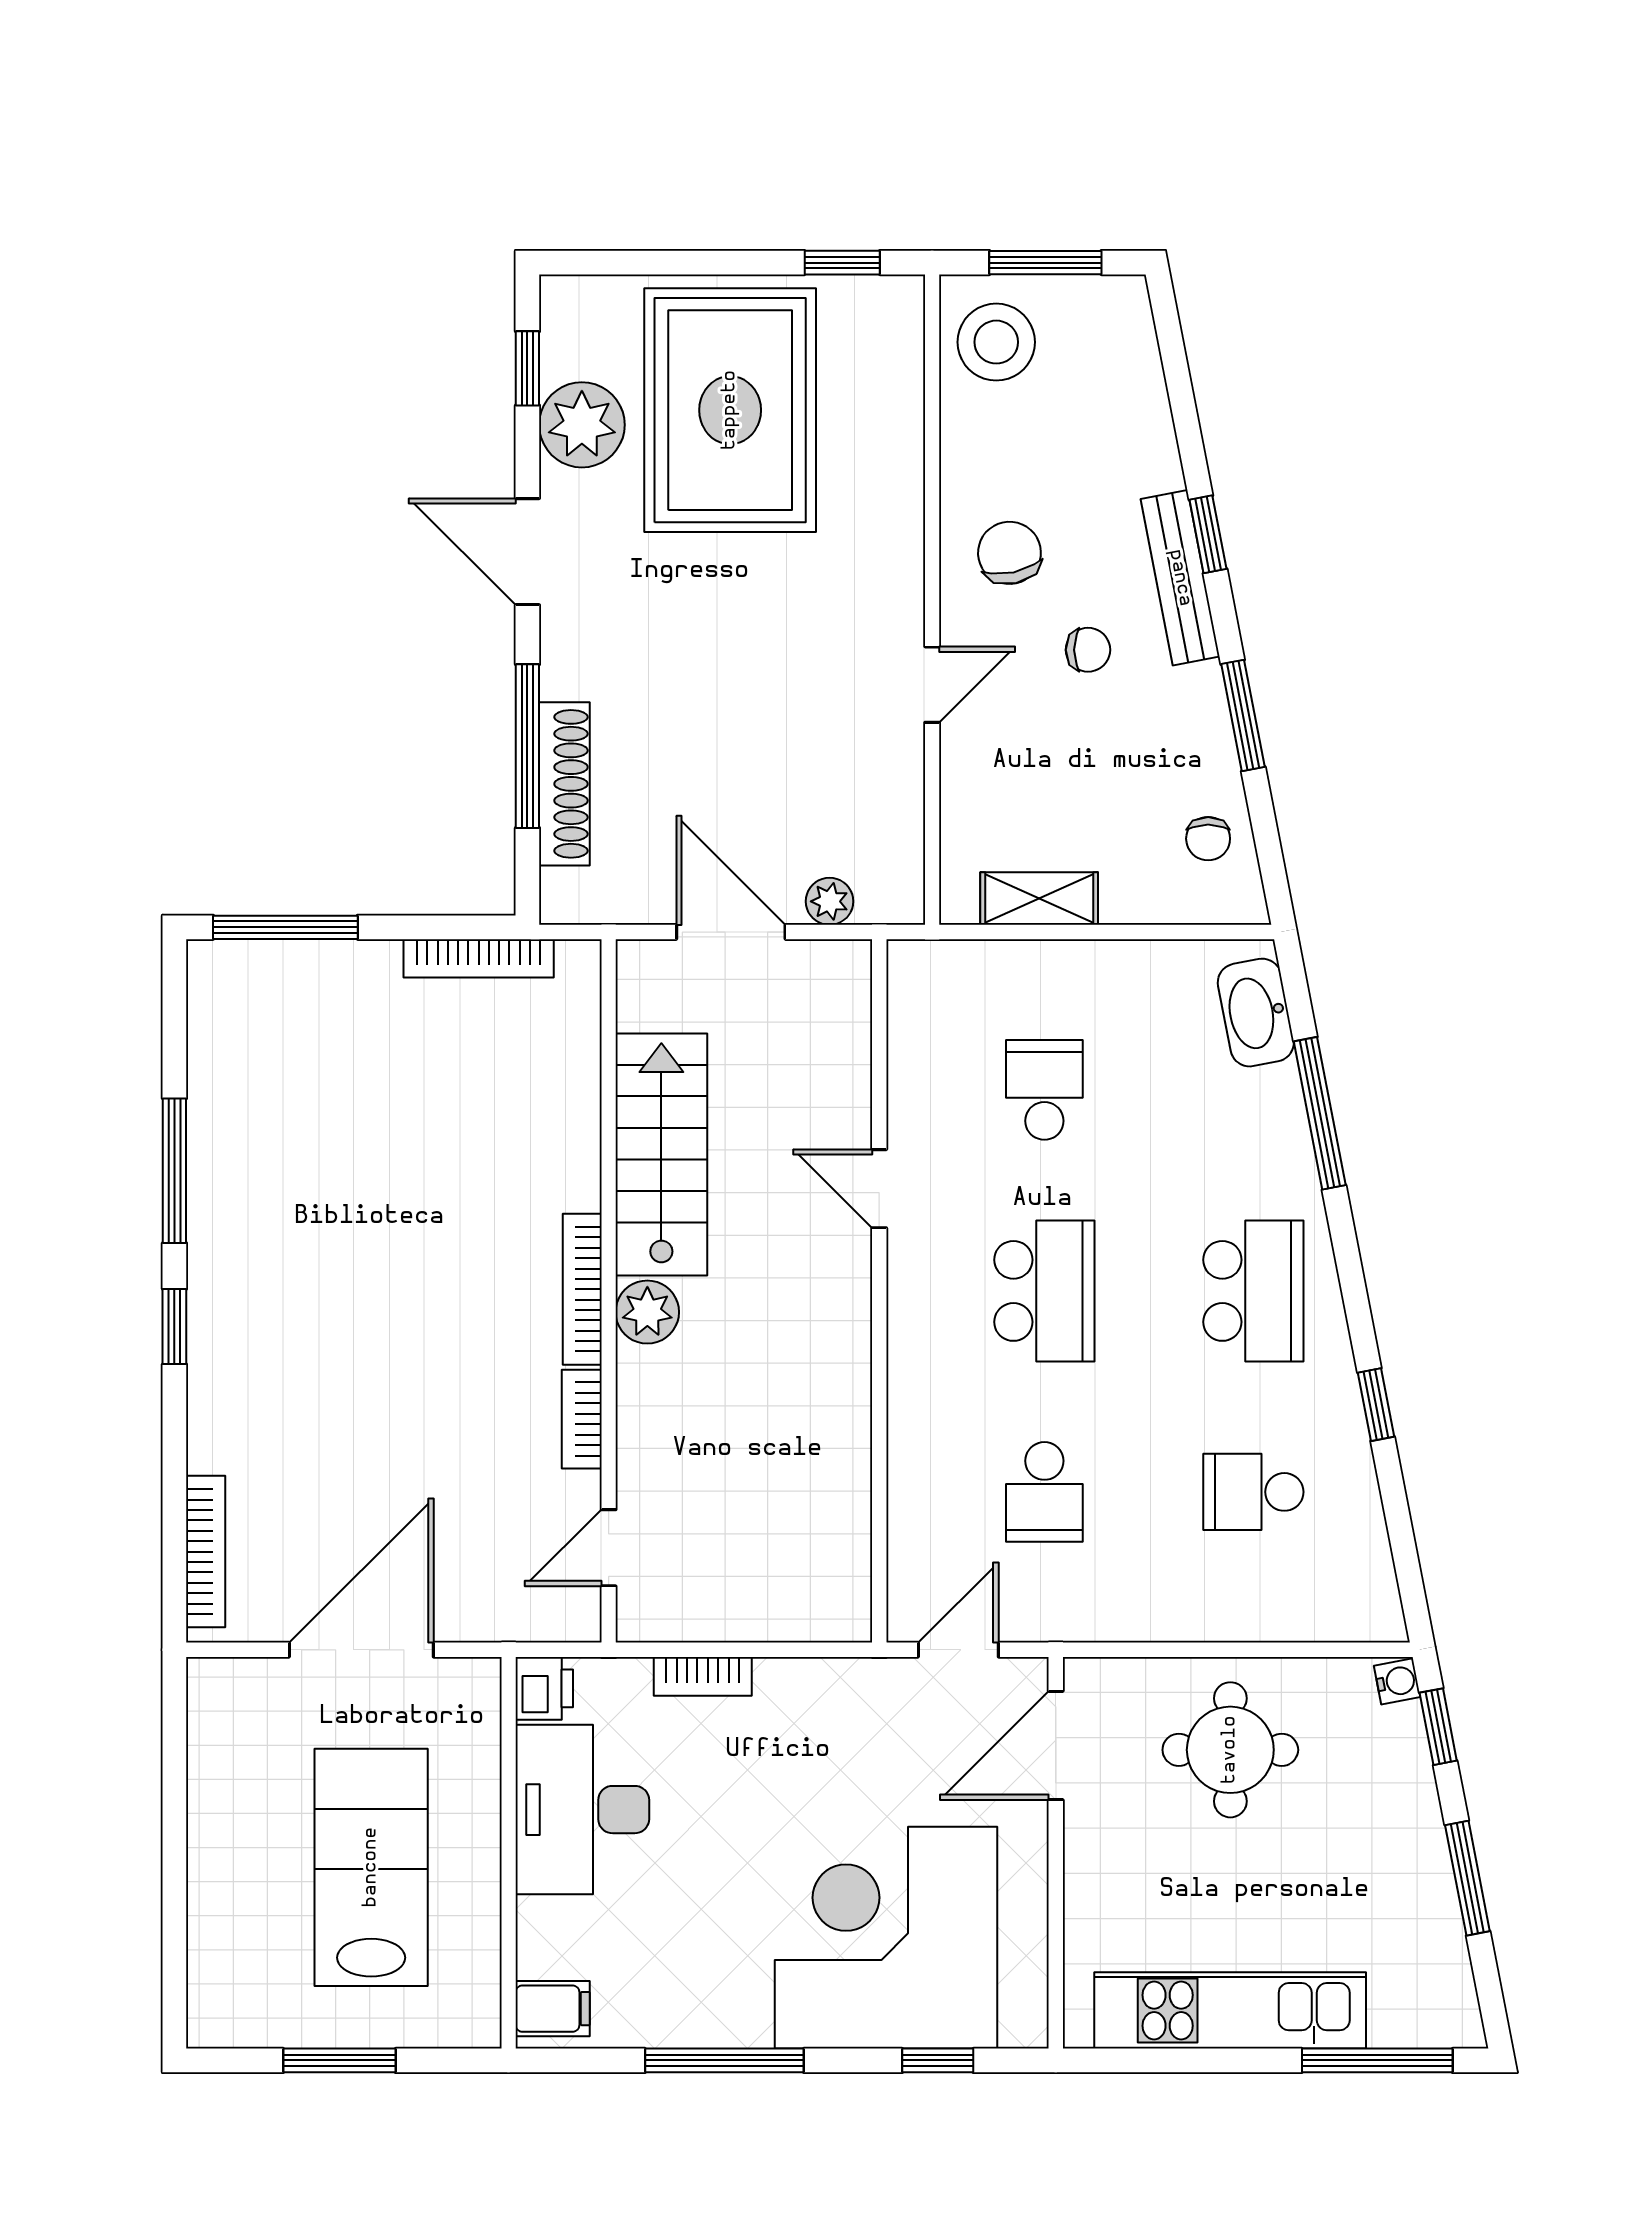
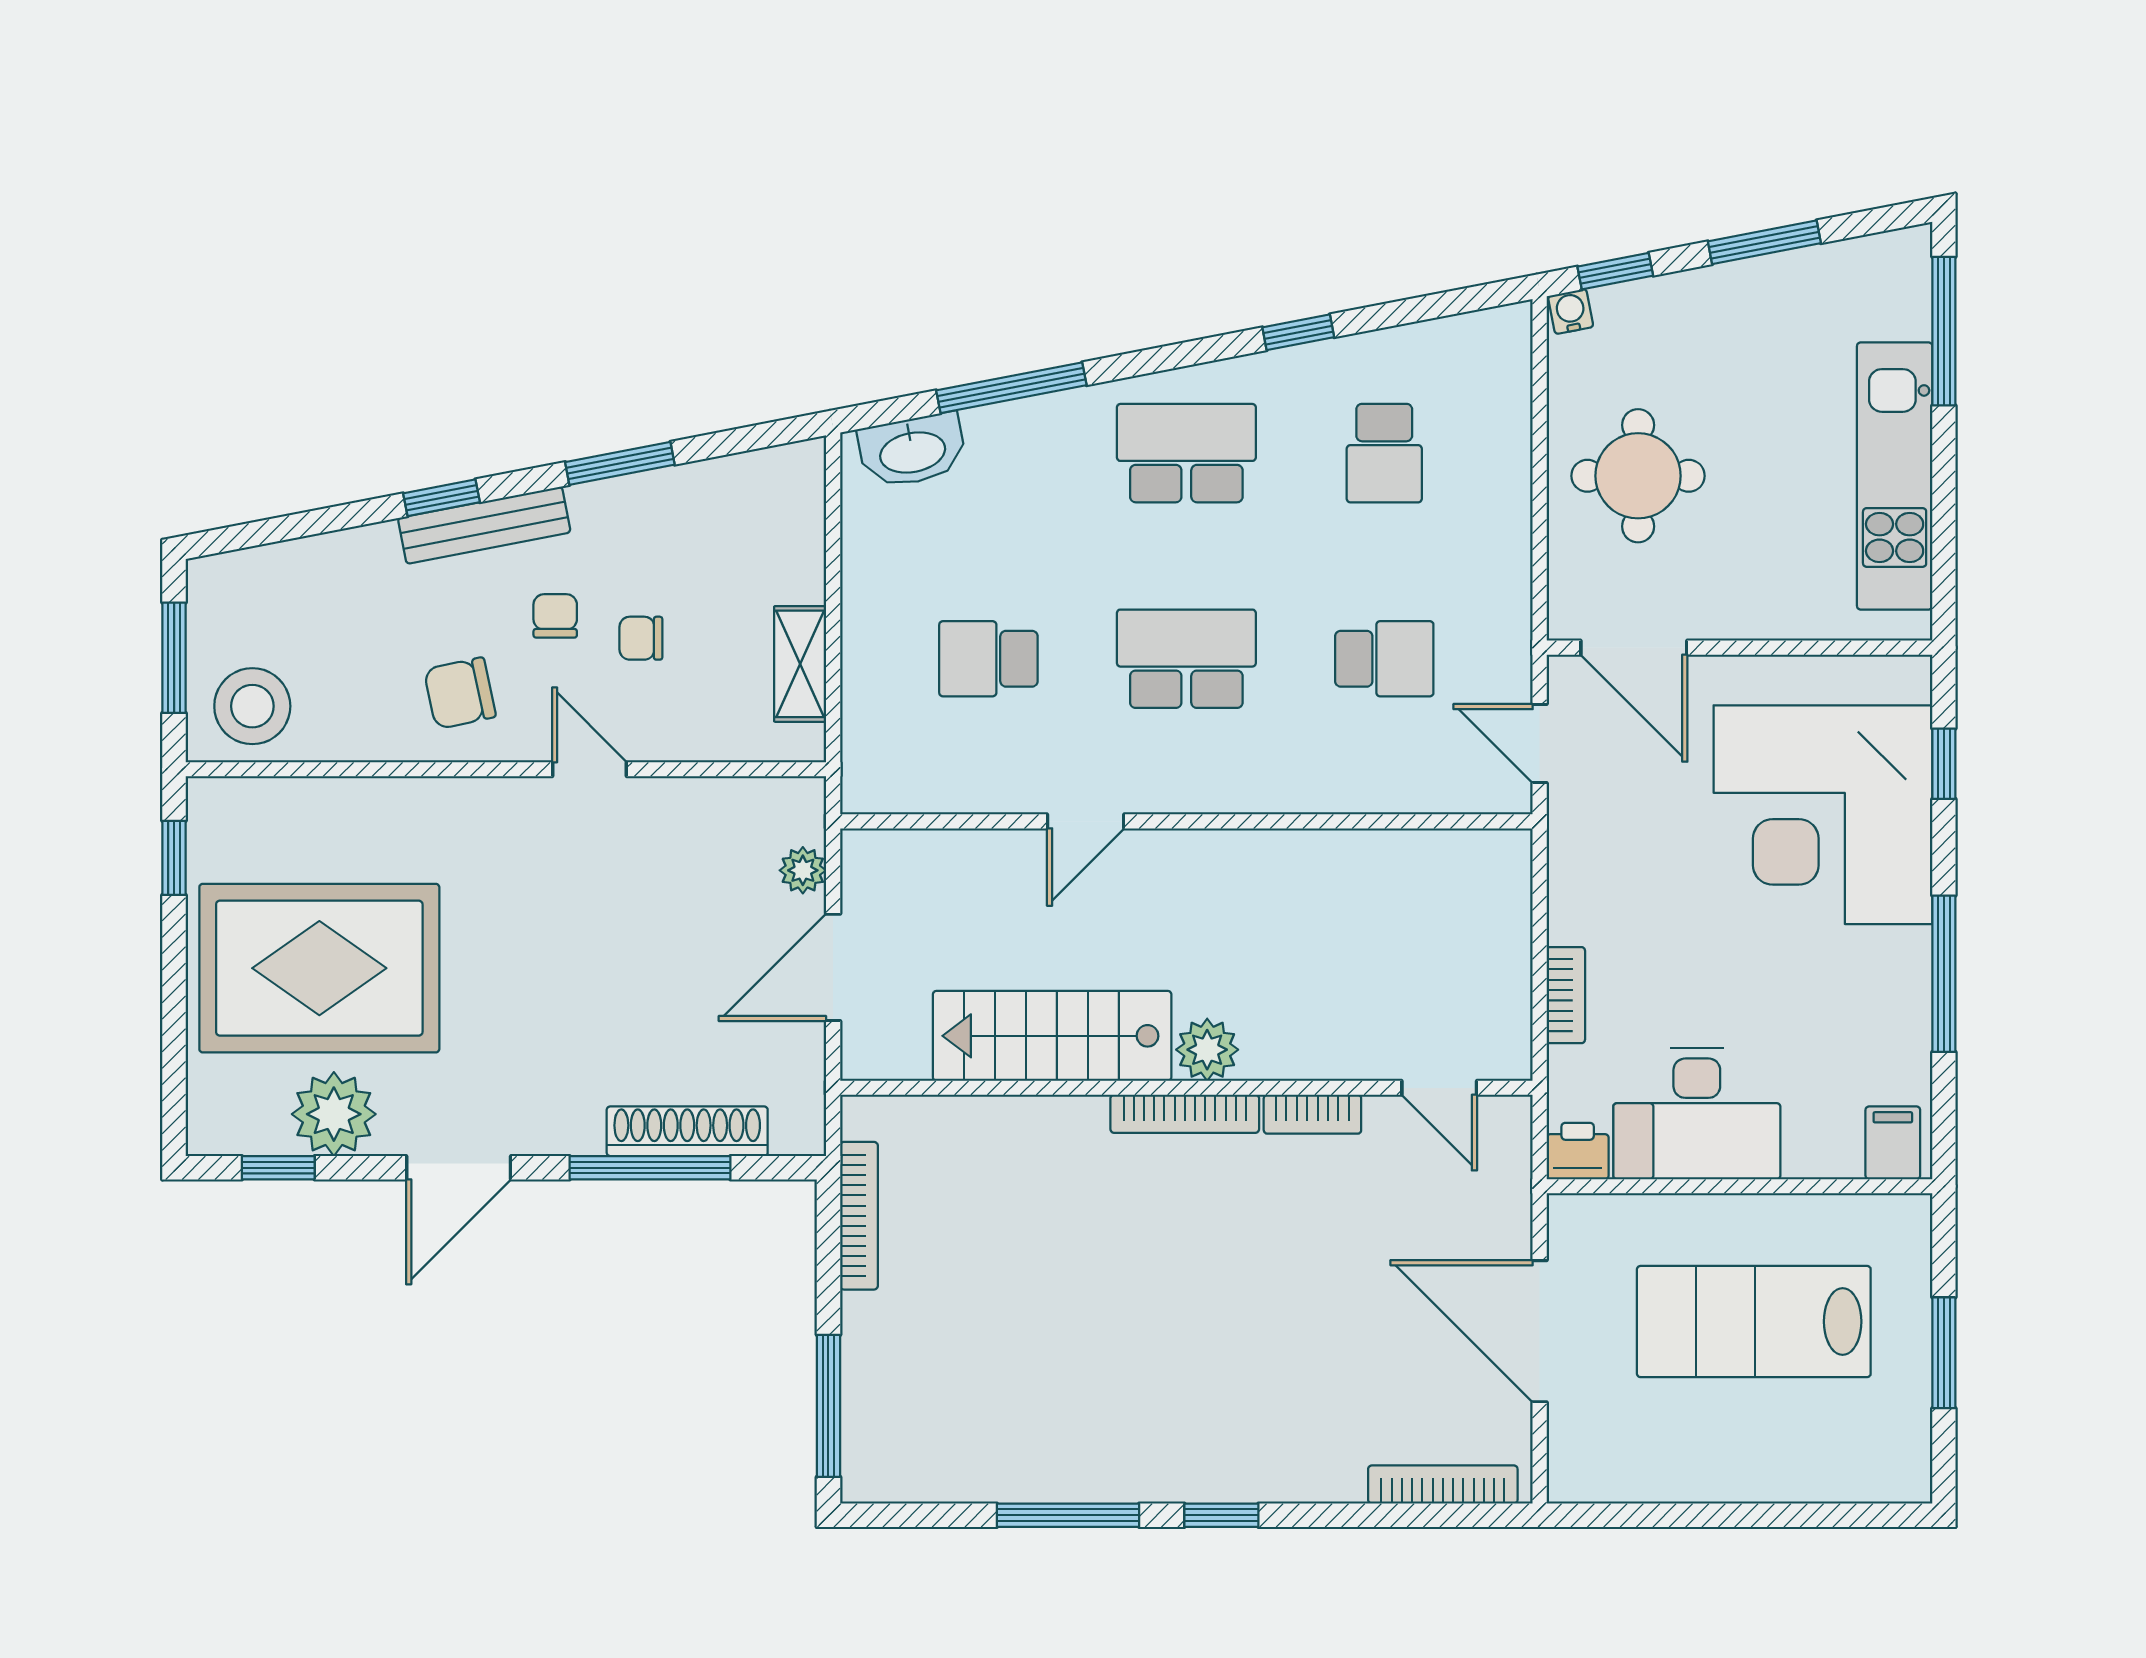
chair: (1208, 839) -> (641, 638), moved, turned 180

